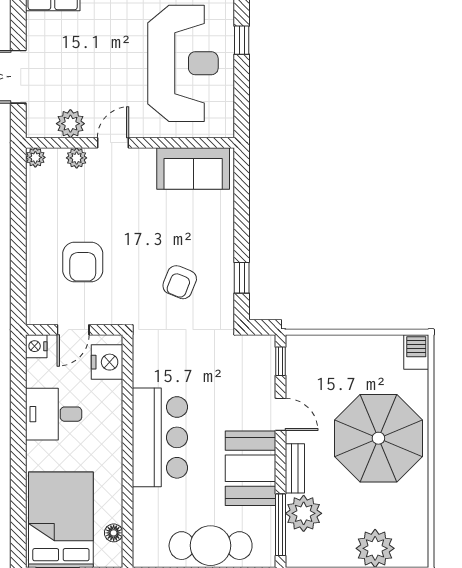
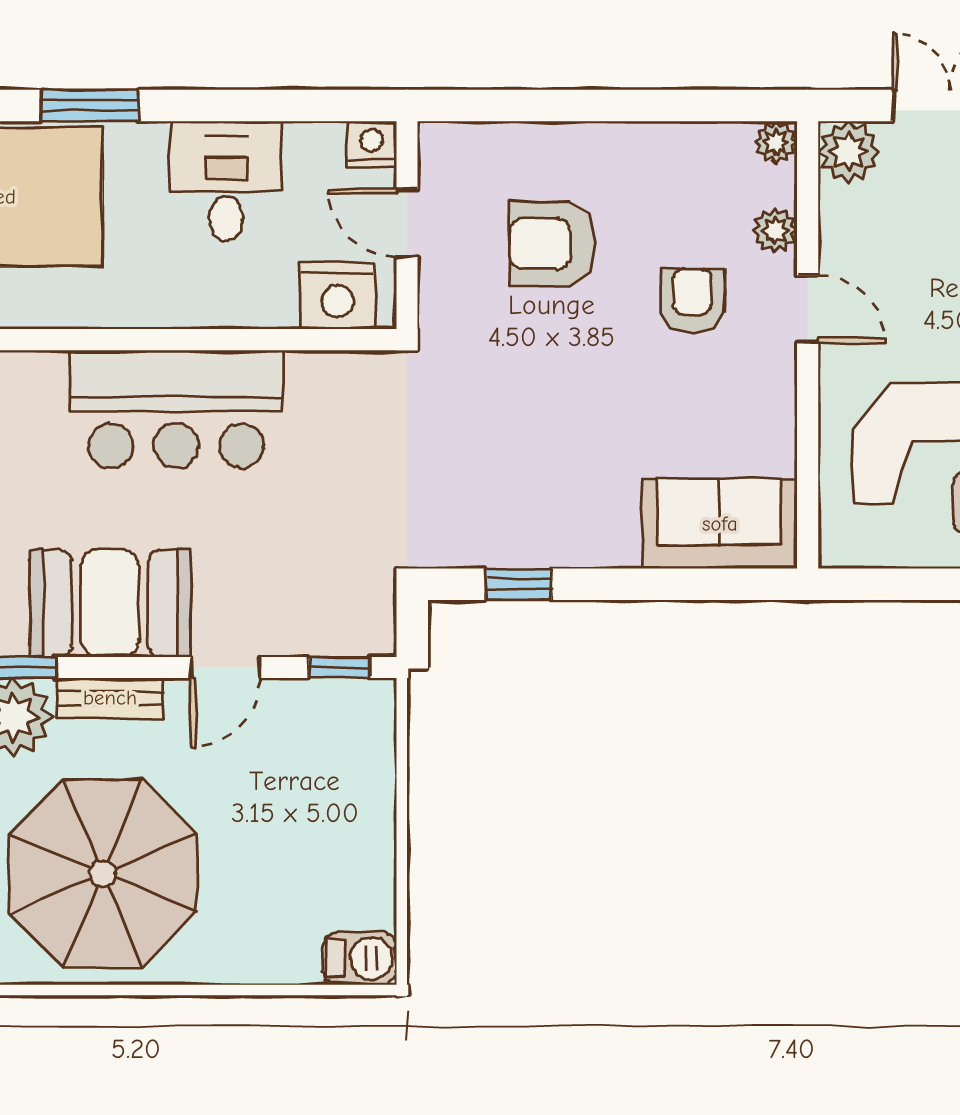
plant: (70, 124) -> (849, 152), moved
sofa: (193, 169) -> (720, 524), moved, turned 90
armchair: (180, 282) -> (692, 301), moved, turned 68
parasol: (378, 438) -> (103, 873), moved
window: (18, 478) -> (90, 105), added

